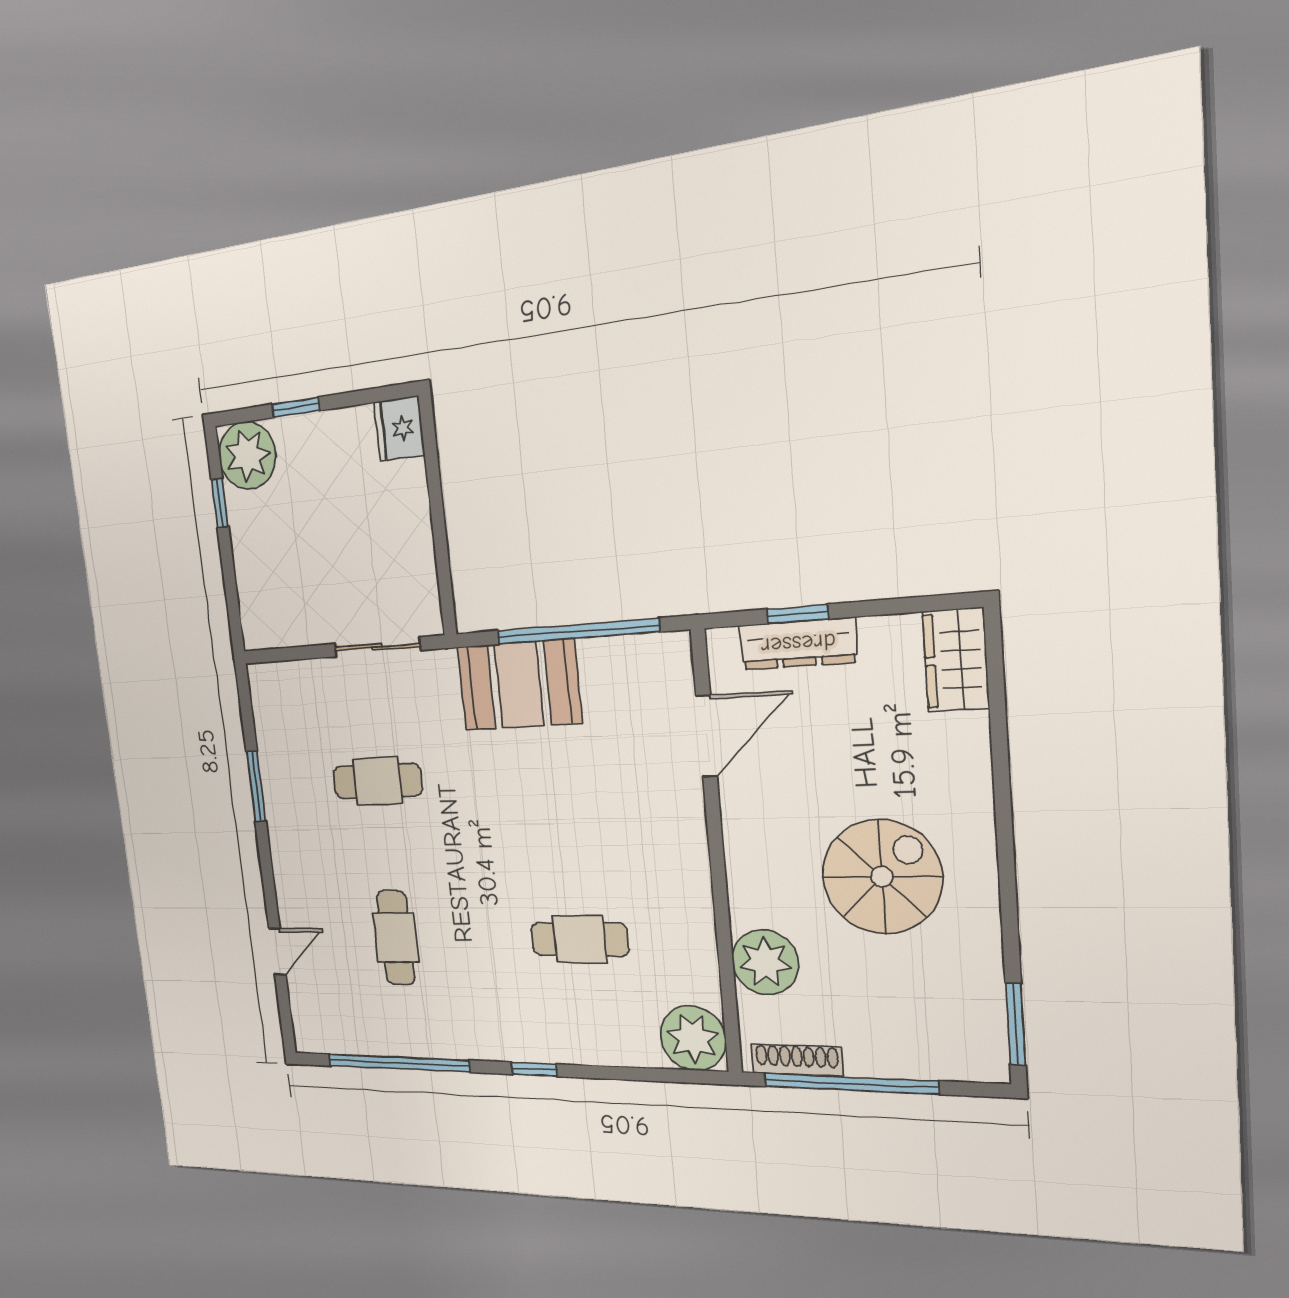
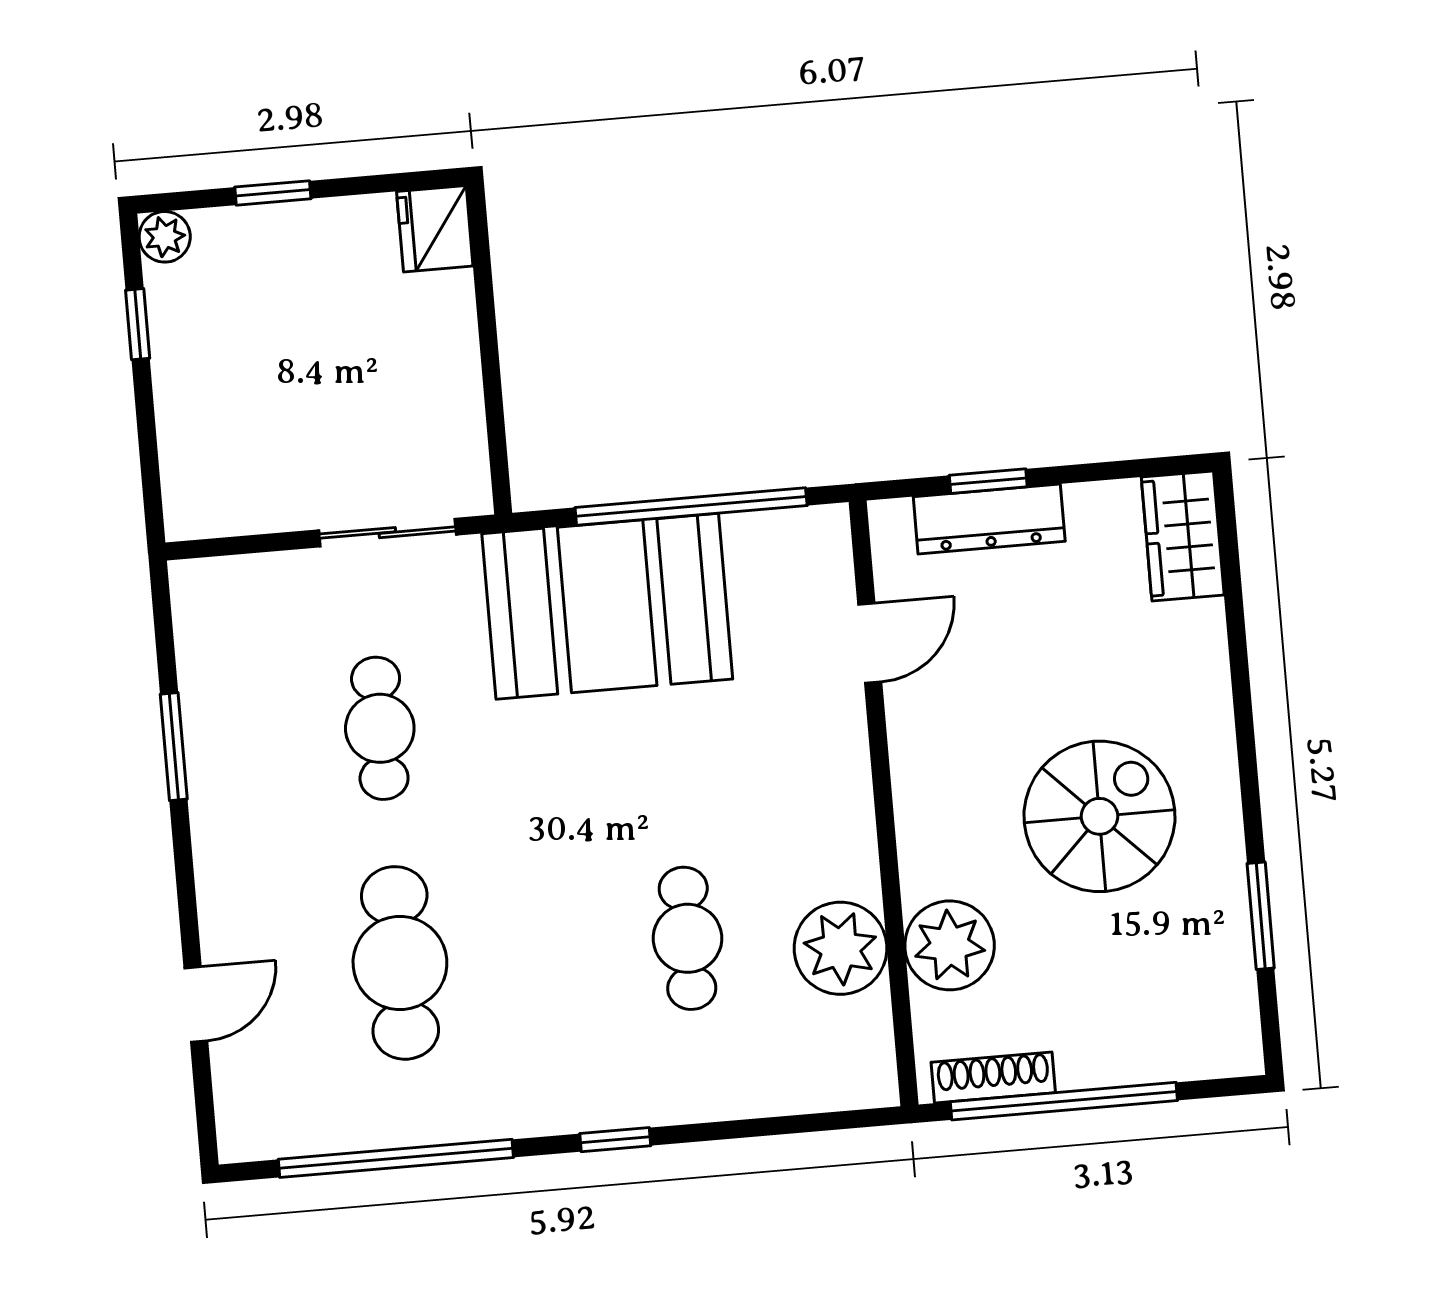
plant: (247, 455) -> (165, 237), width x0.53, depth x0.53
booth: (519, 685) -> (607, 606), width x1.36, depth x1.42
door: (707, 736) -> (870, 643), width x0.73
cafe table: (378, 781) -> (380, 728), turned 90
cafe table: (396, 938) -> (400, 963), width x1.37, depth x1.35
cafe table: (580, 939) -> (687, 938), turned 90
window: (1016, 1024) -> (1261, 916), moved
plant: (693, 1038) -> (840, 948), moved

